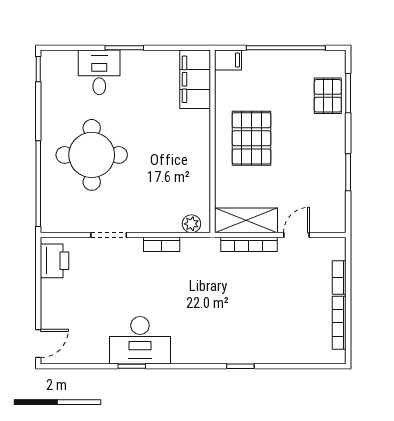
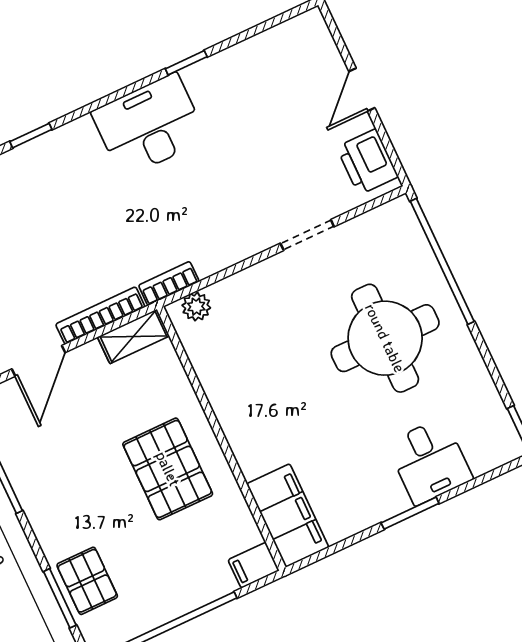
shelving: (246, 220) -> (133, 336), width x0.67, depth x0.75
door: (297, 235) -> (39, 361), width x1.38
bookcase: (162, 244) -> (169, 283), moved
desk: (140, 340) -> (149, 125), moved
door: (38, 344) -> (362, 90), moved

